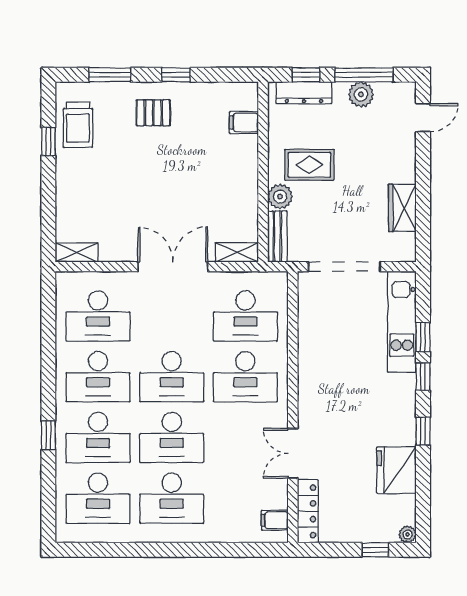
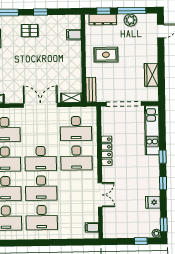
plant: (280, 197) -> (92, 70), removed
window: (423, 337) -> (164, 225), moved
double door: (293, 453) -> (100, 195), swing flipped
fridge: (396, 470) -> (153, 202), width x0.53, depth x0.75
locker: (308, 511) -> (107, 151), moved

